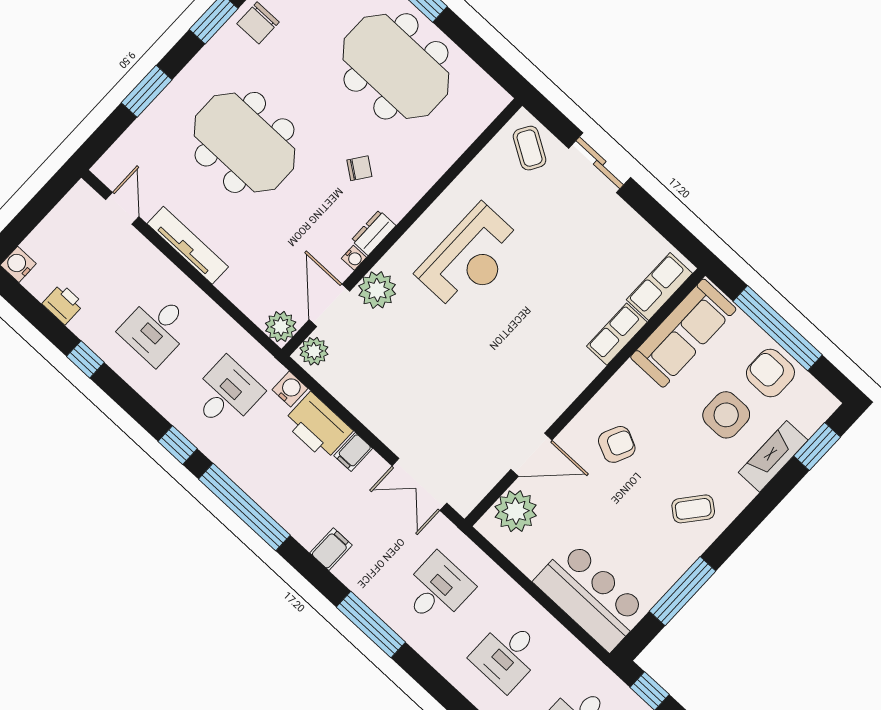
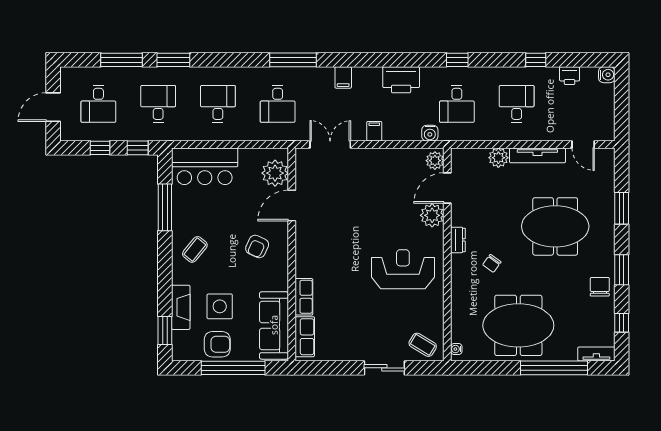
water cooler: (354, 258) -> (456, 349), moved
reception desk: (470, 258) -> (403, 269), turned 90
door: (329, 305) -> (447, 188), swing flipped
plant: (281, 327) -> (498, 158), moved
printer: (318, 426) -> (401, 80), moved, turned 180
window: (244, 507) -> (401, 60), removed

